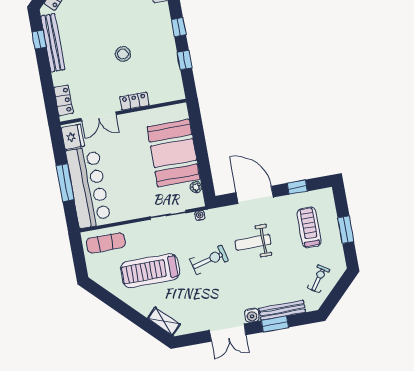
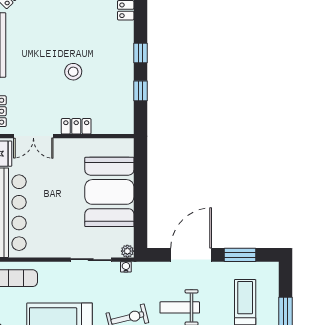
plant: (196, 187) -> (127, 251), moved
window: (297, 187) -> (240, 255), width x1.50
door: (255, 195) -> (191, 255), hinge flipped

